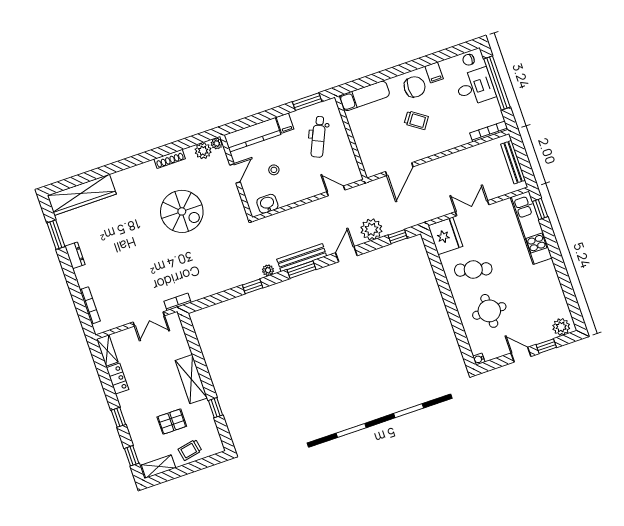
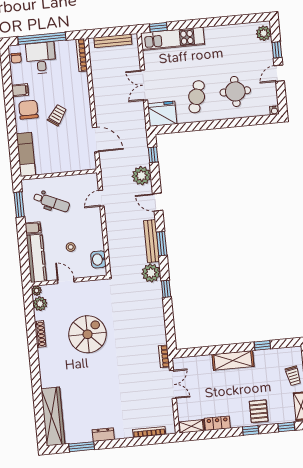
plant: (268, 270) -> (151, 273), width x1.87, depth x1.87
pallet: (172, 422) -> (259, 411), moved

